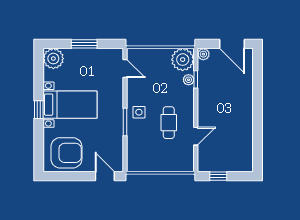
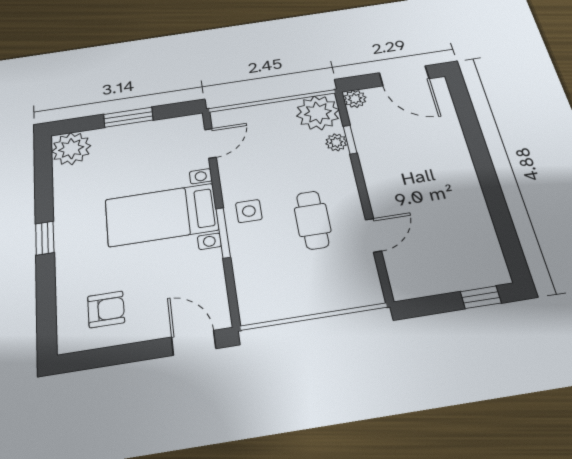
door: (125, 68) -> (210, 143), hinge flipped
bed with nightstands: (70, 105) -> (161, 215), moved, turned 180
armchair: (66, 153) -> (106, 309), width x0.53, depth x0.53
window: (218, 176) -> (481, 297), moved

